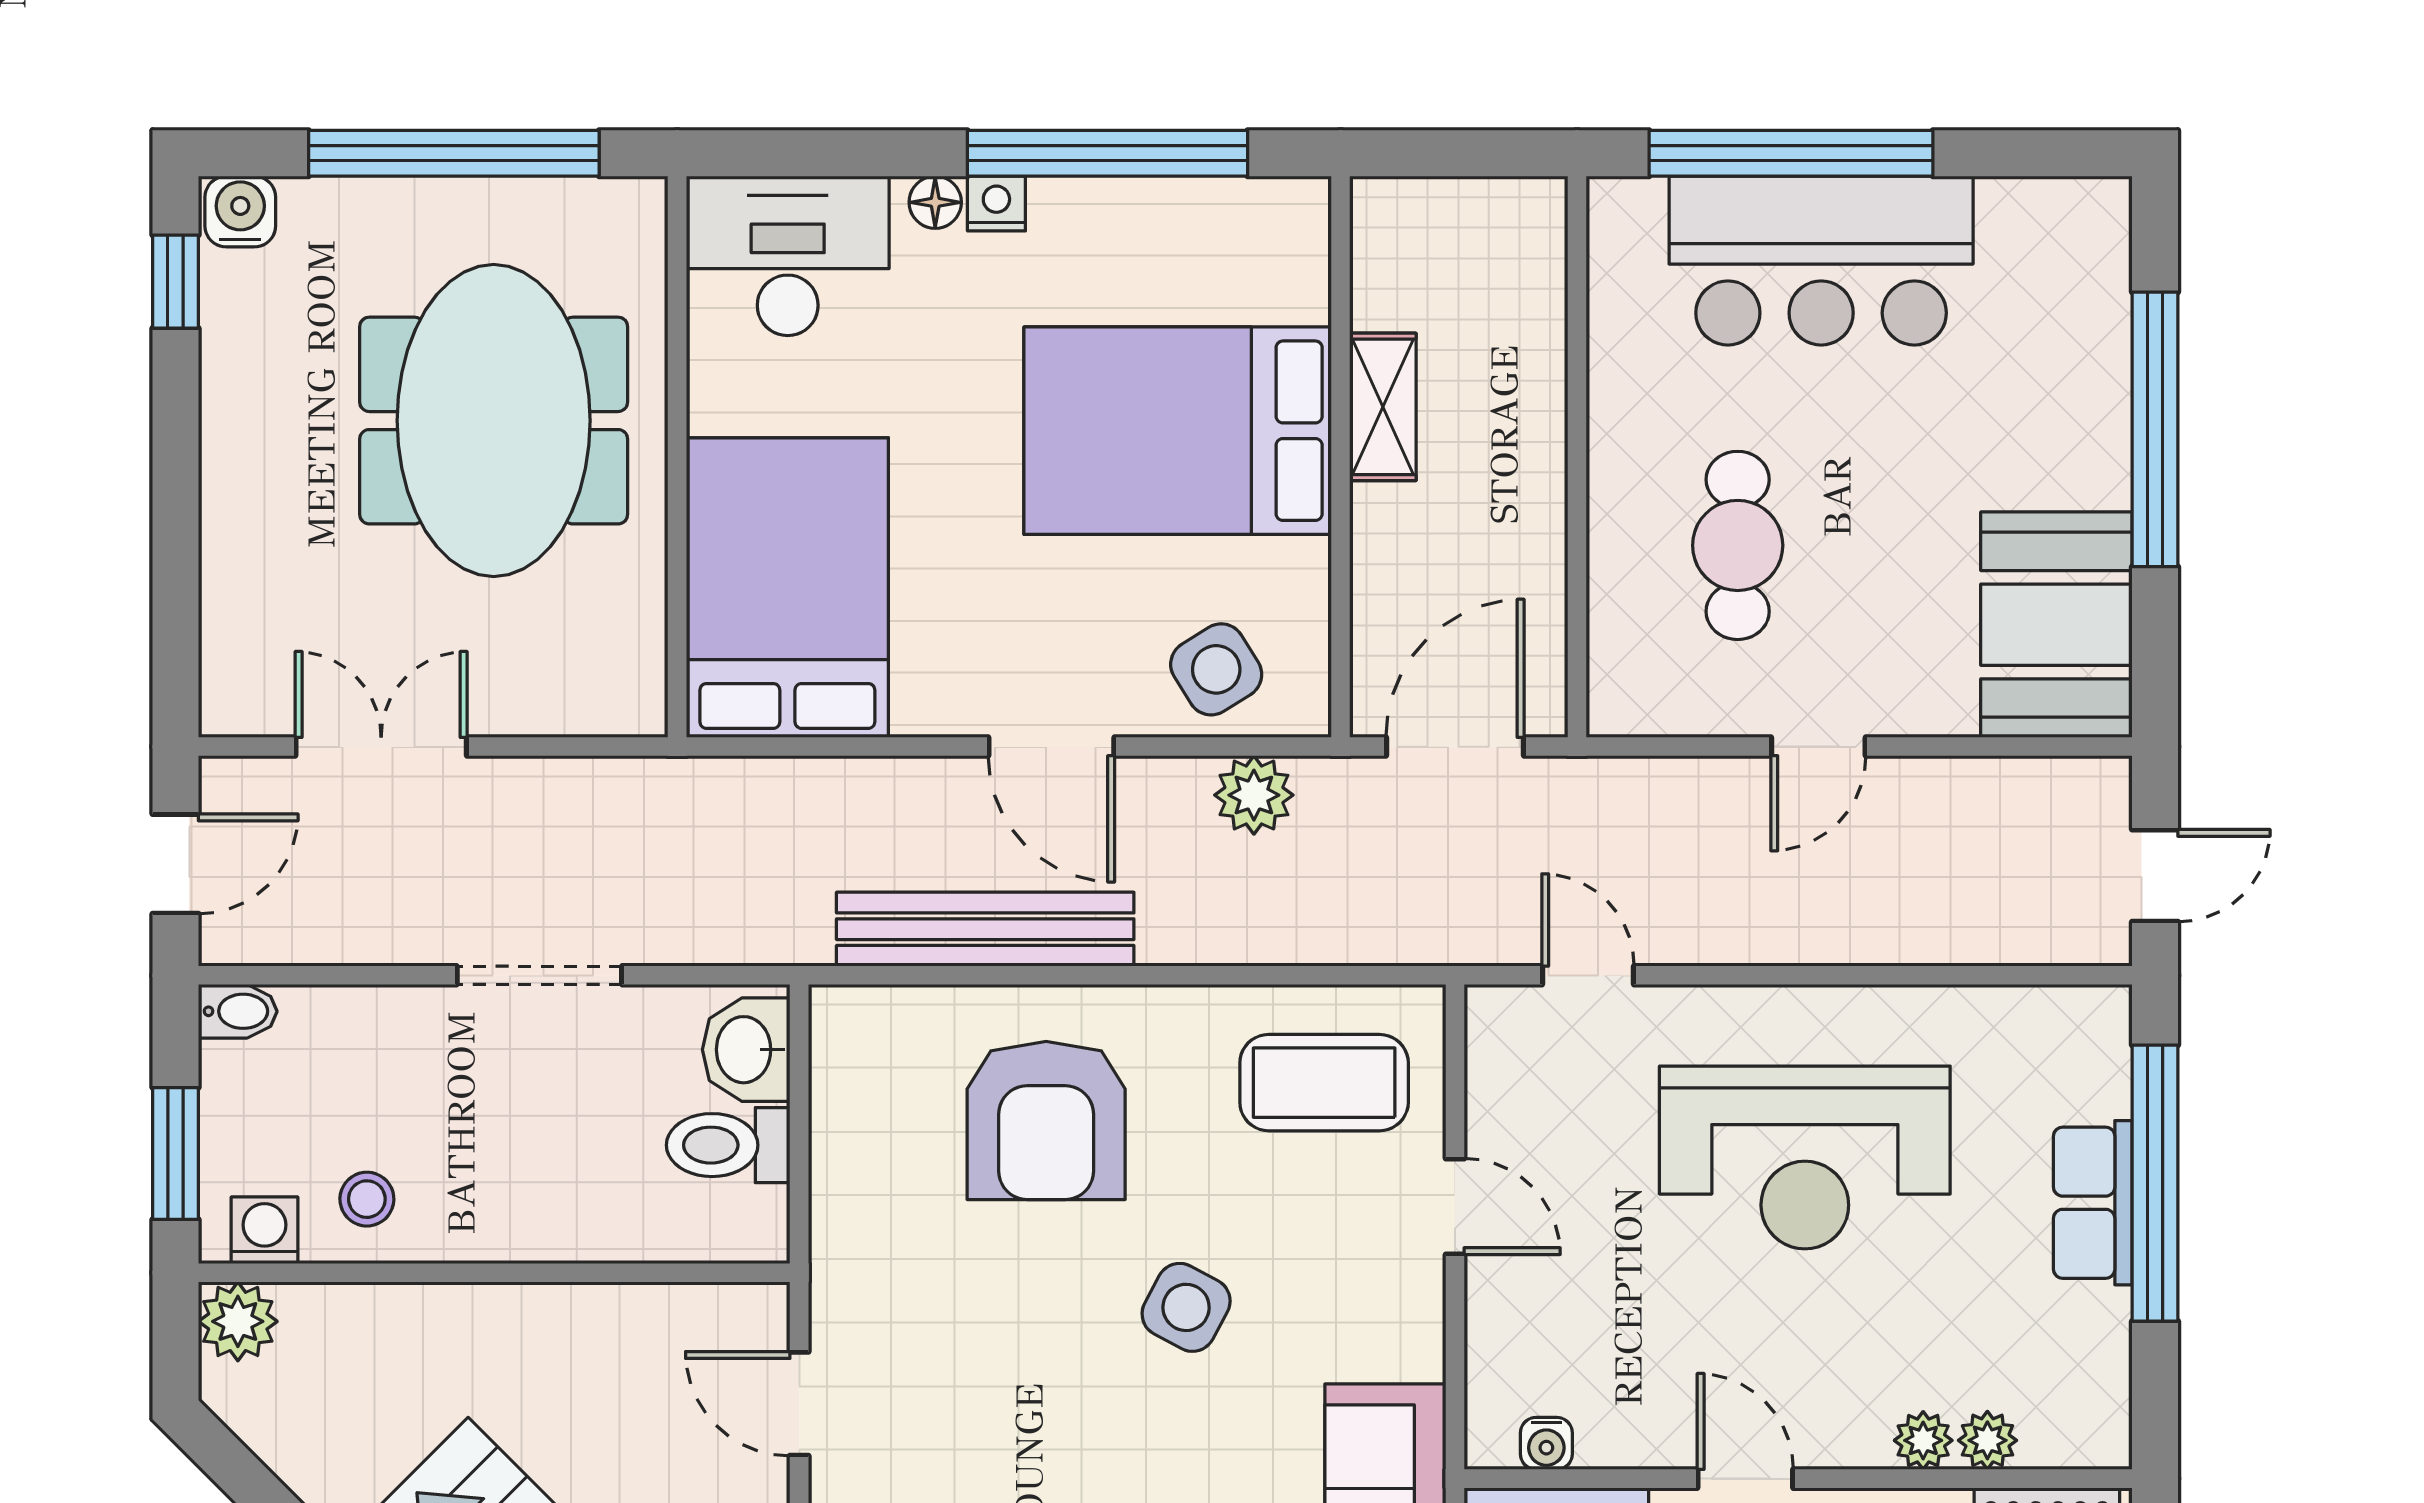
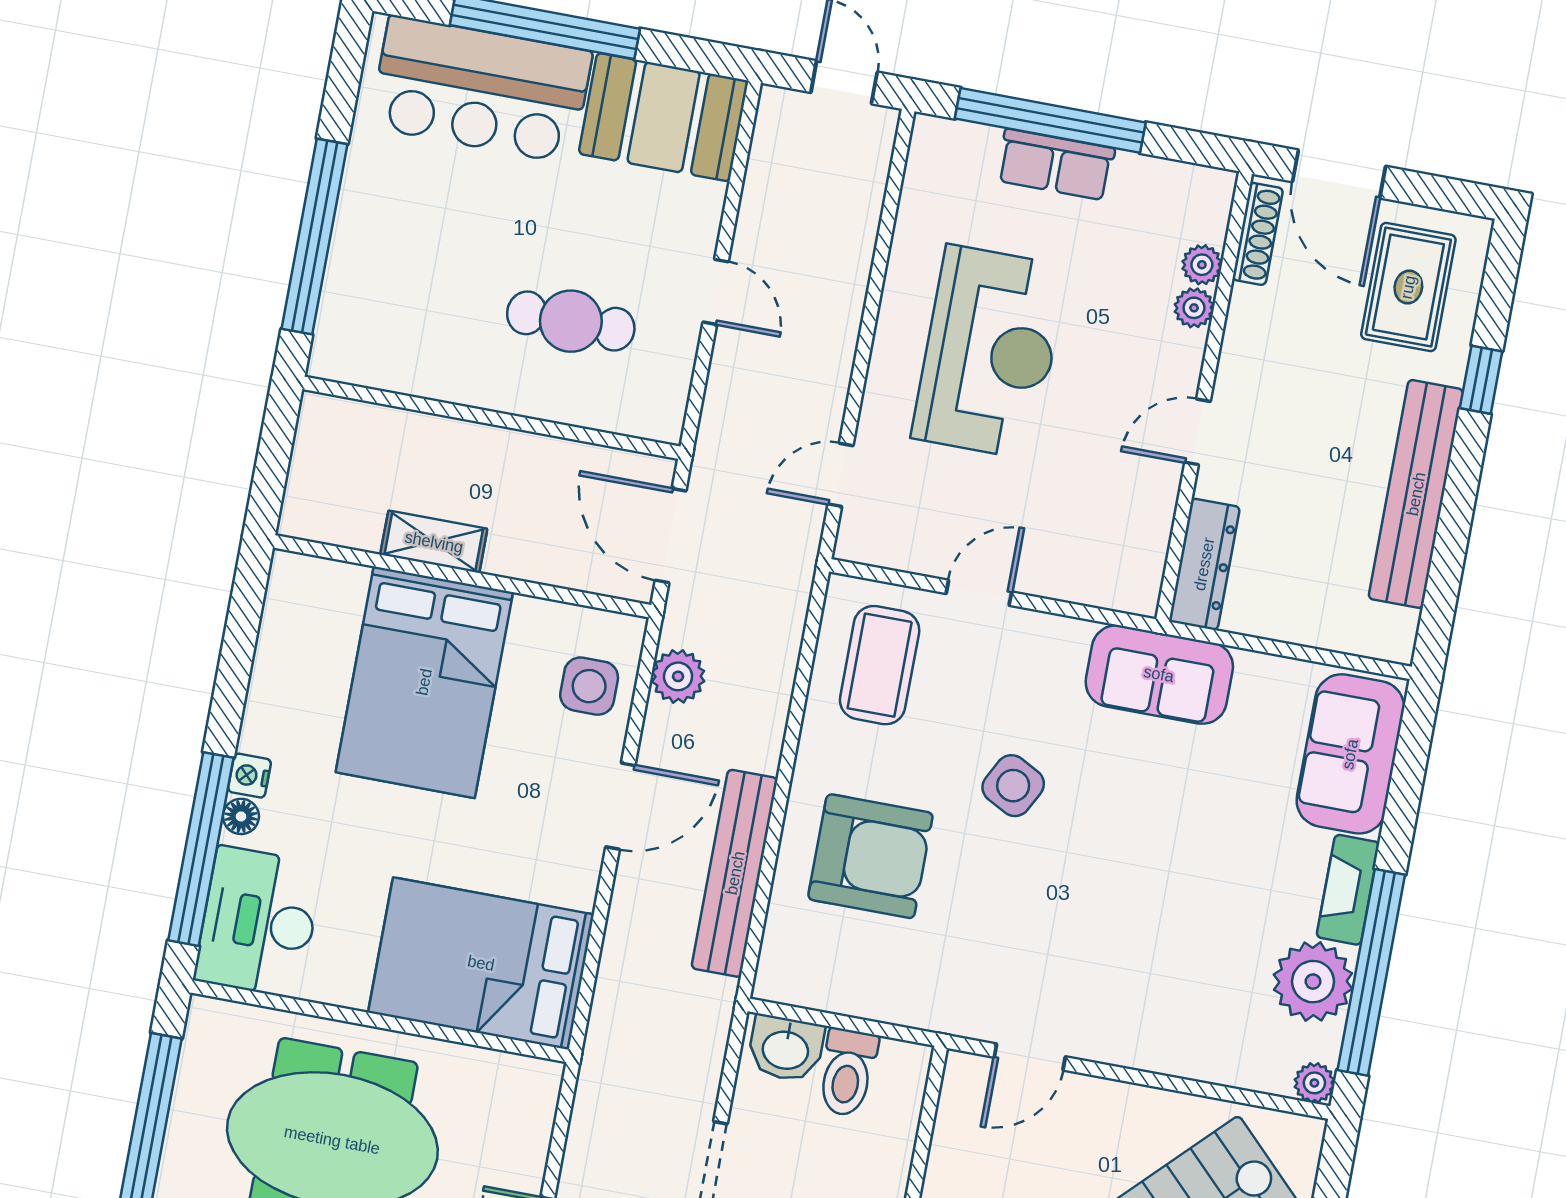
window: (1108, 153) -> (201, 849), moved
bar counter: (1821, 261) -> (481, 89), moved, turned 90
side table: (1216, 669) -> (589, 686), turned 32
water cooler: (1546, 1443) -> (1149, 561), removed

